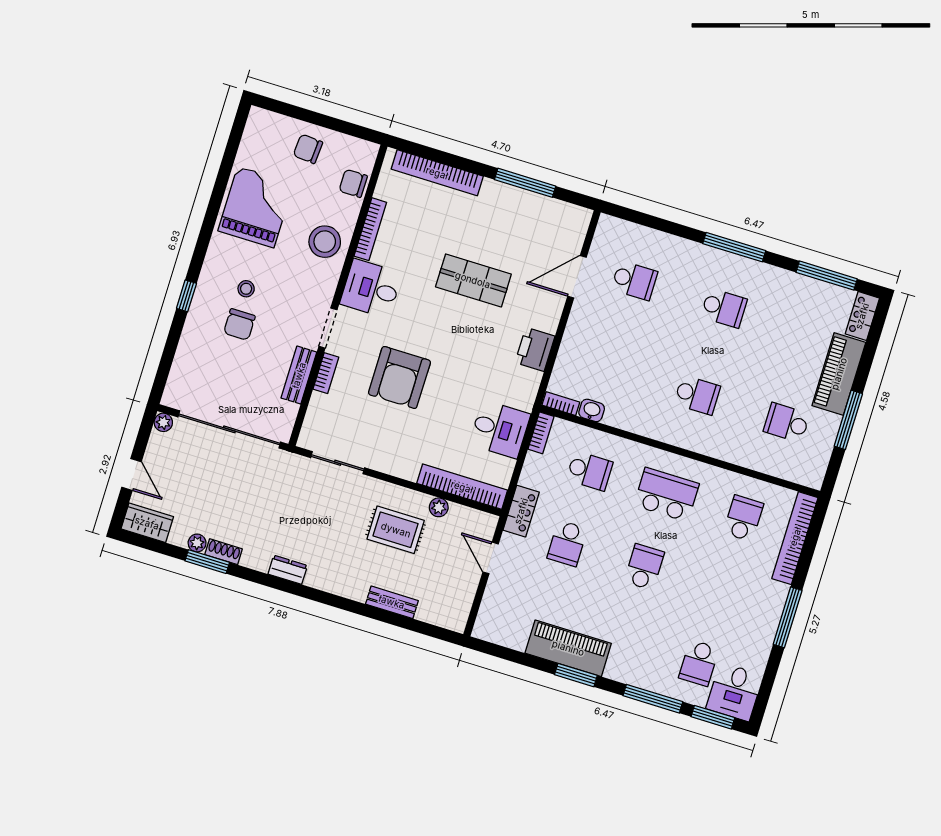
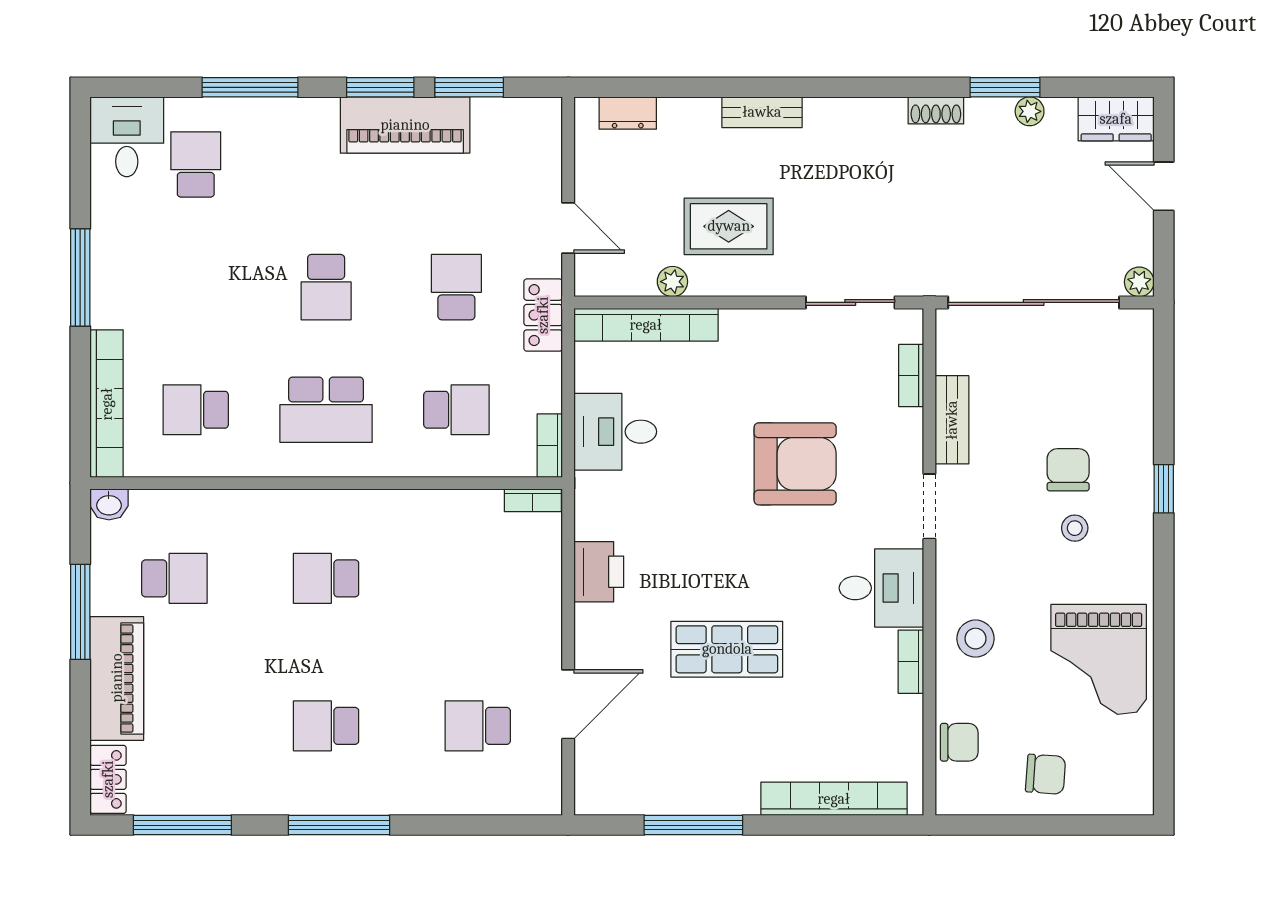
bookcase: (370, 229) -> (911, 662), width x0.64
stool: (325, 242) -> (975, 639), width x0.73, depth x0.73
bookcase: (326, 373) -> (911, 376), moved
armchair: (399, 377) -> (795, 464), turned 90
washbasin: (592, 410) -> (109, 504), moved
school desk: (590, 471) -> (456, 410), turned 180
school desk: (743, 518) -> (196, 410), turned 90
shoe rack: (224, 552) -> (936, 110), moved
dresser: (288, 570) -> (628, 113), moved
bench: (392, 602) -> (762, 112), moved
window: (713, 717) -> (469, 87), moved

